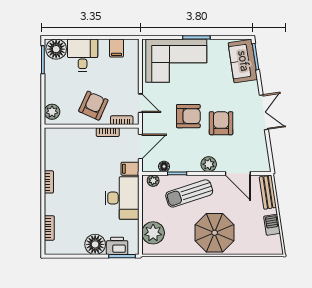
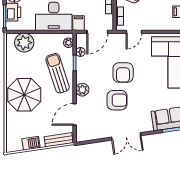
door: (140, 147) -> (97, 32), hinge flipped

